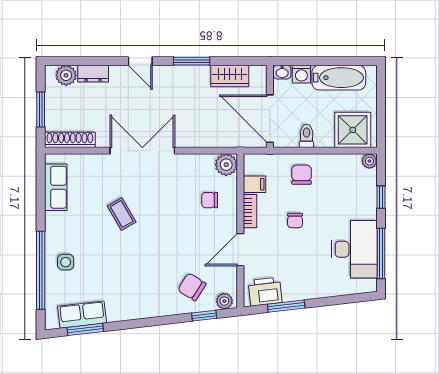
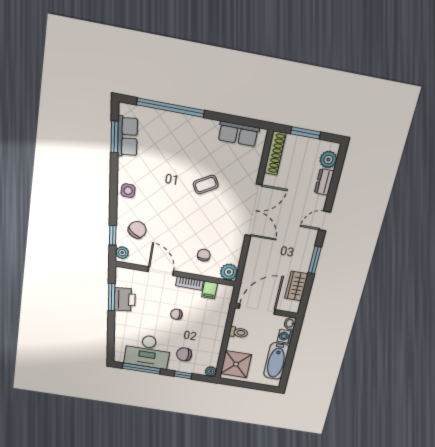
chair: (302, 175) -> (184, 354), moved, turned 180
side table: (66, 262) -> (128, 191), moved
printer: (265, 292) -> (125, 299), moved

